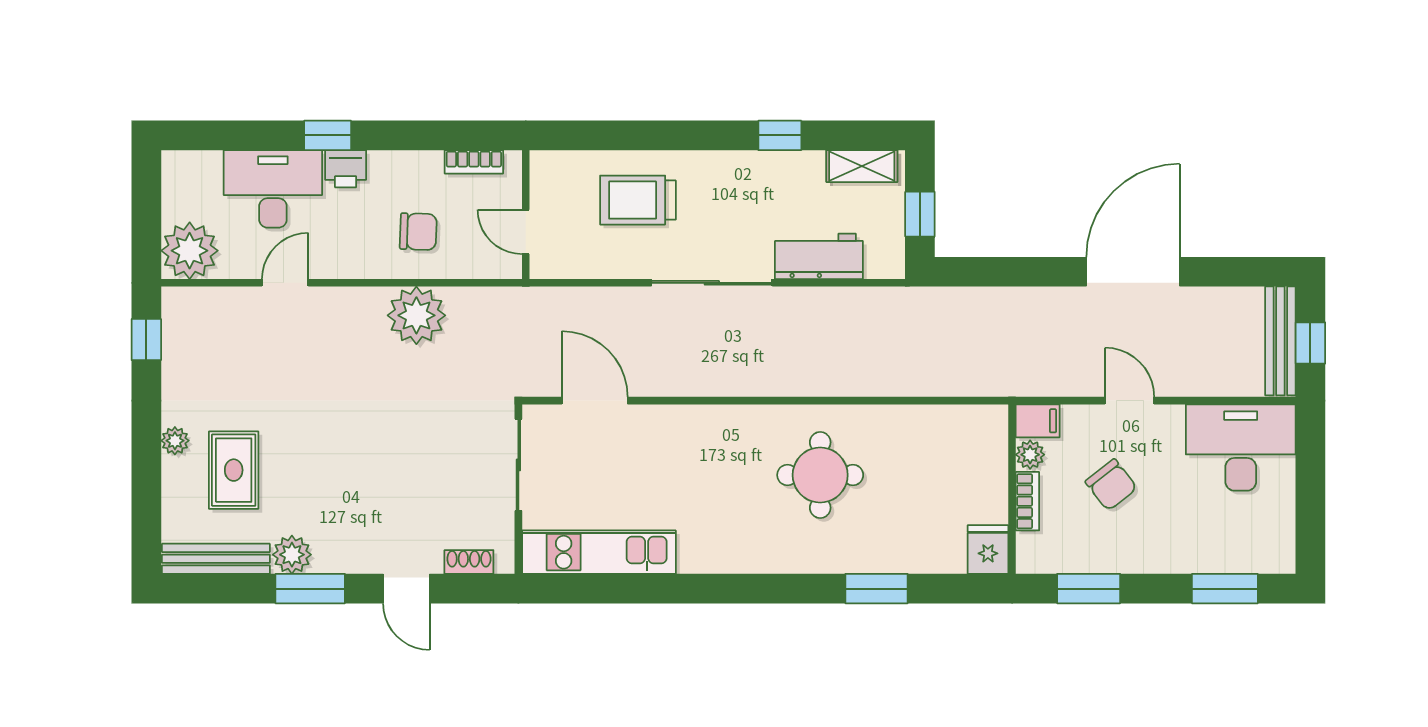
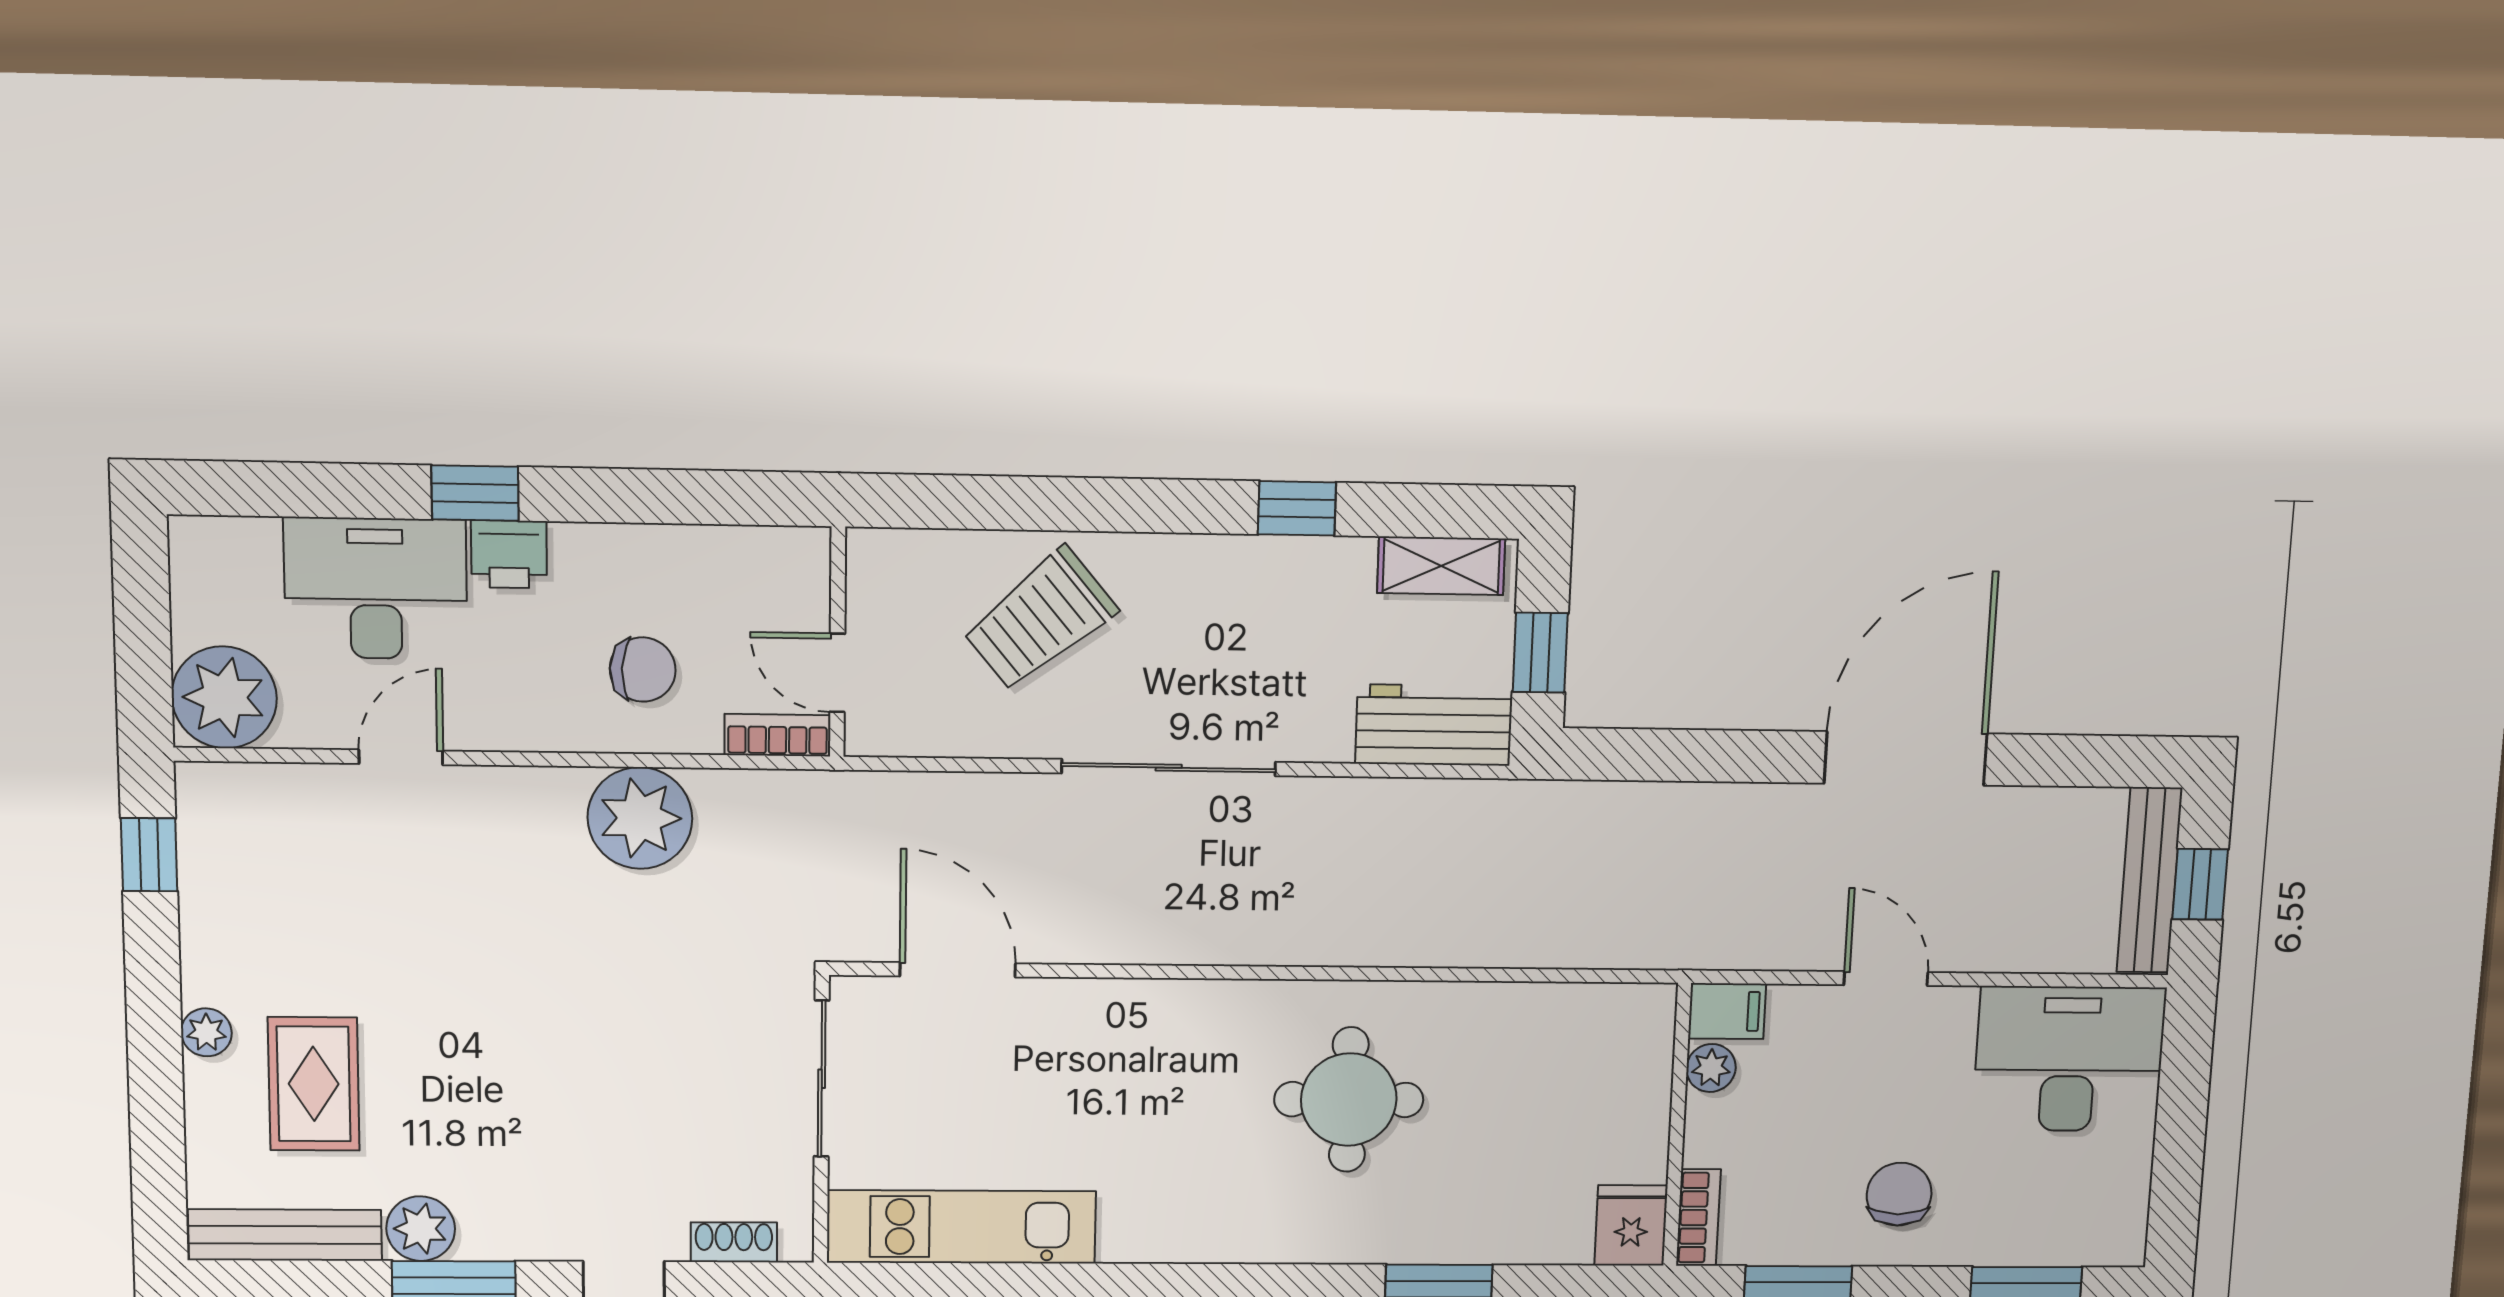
bookcase: (474, 162) -> (778, 735), moved, turned 180
trolley: (638, 200) -> (1040, 619), turned -40
workbench: (819, 256) -> (1434, 725), moved
chair: (1111, 485) -> (1899, 1194), moved, turned -142
bookcase: (1027, 501) -> (1698, 1218), moved

